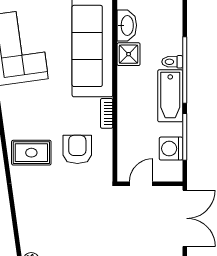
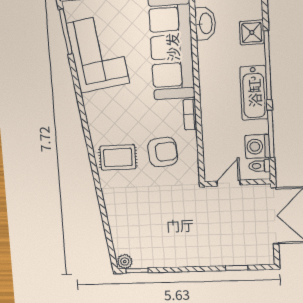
shower: (129, 54) -> (252, 32), moved
toilet: (172, 62) -> (259, 166), moved
armchair: (77, 149) -> (163, 152), turned 85

